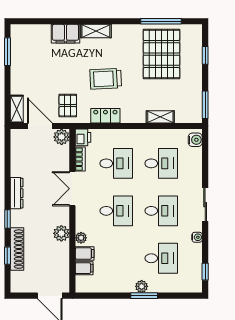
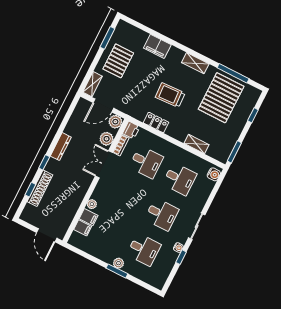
shelving: (96, 31) -> (195, 63), moved
pallet: (68, 106) -> (118, 61), moved, width x1.50, depth x1.42
door: (40, 126) -> (103, 105), swing flipped
desk: (116, 211) -> (128, 197), removed
plant: (61, 233) -> (107, 139), moved
window: (205, 272) -> (181, 257), moved

